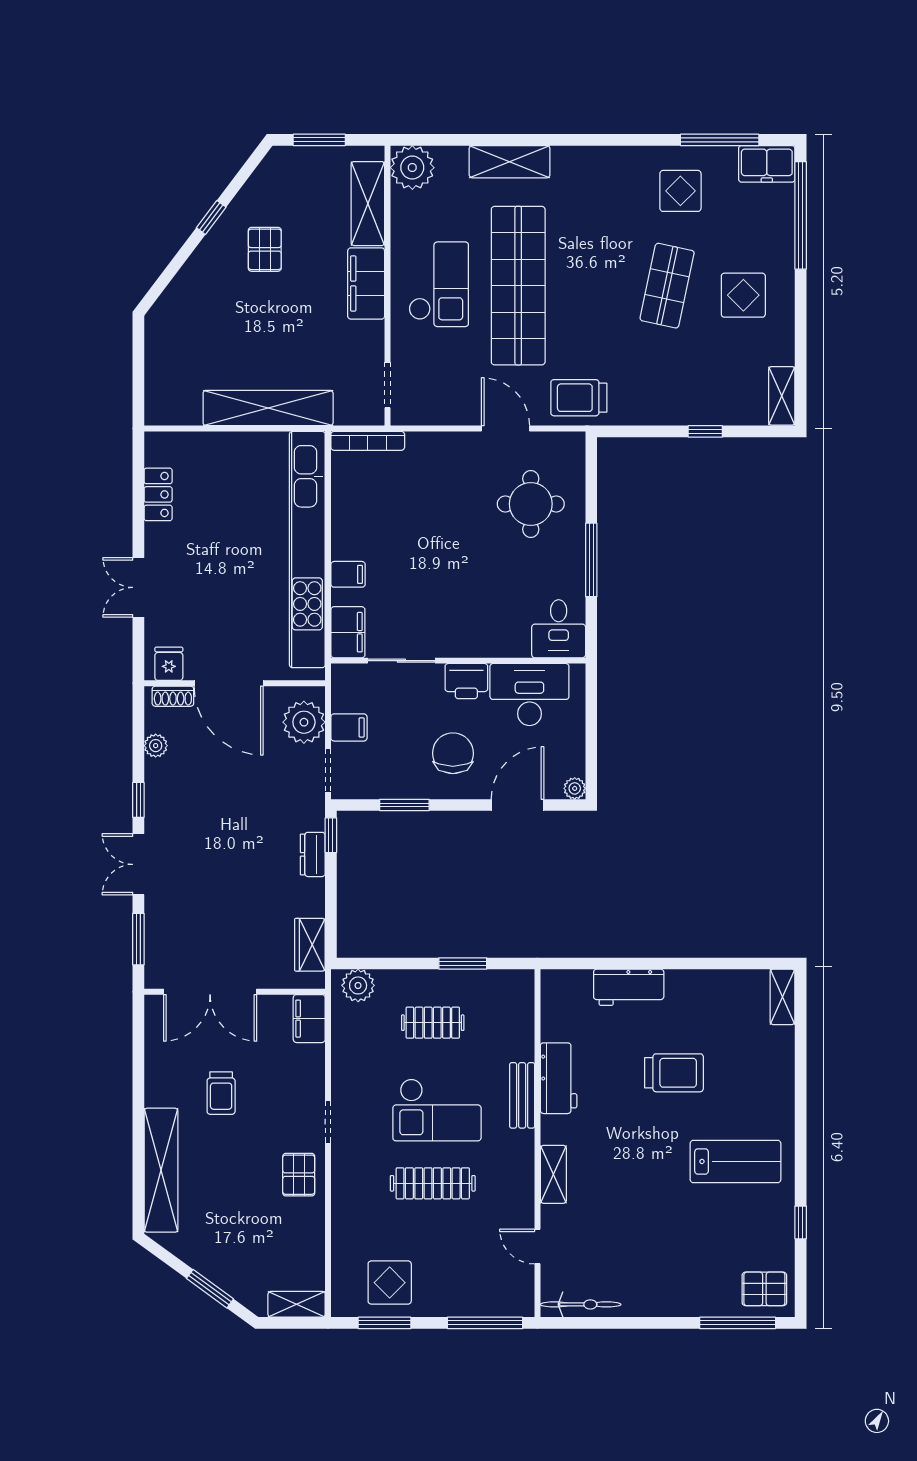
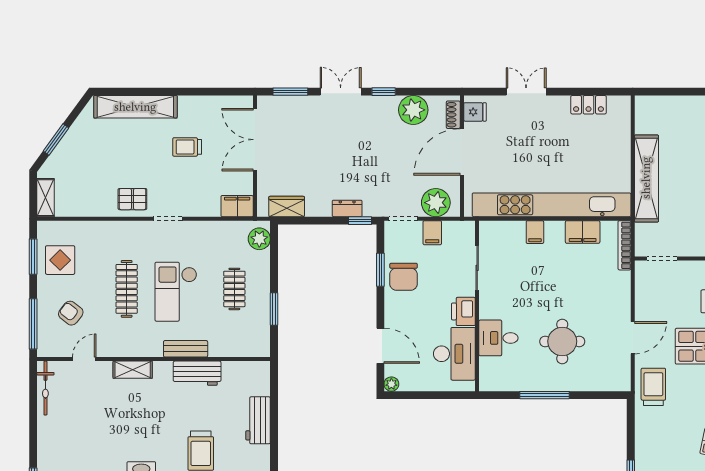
round table: (531, 504) -> (562, 341), moved
desk: (559, 629) -> (498, 338), moved
filing cabinet: (348, 632) -> (583, 232), moved
plant: (156, 746) -> (413, 110), width x1.88, depth x1.88
chair: (453, 753) -> (404, 277), moved, turned 90
armchair: (469, 1267) -> (71, 313), added

